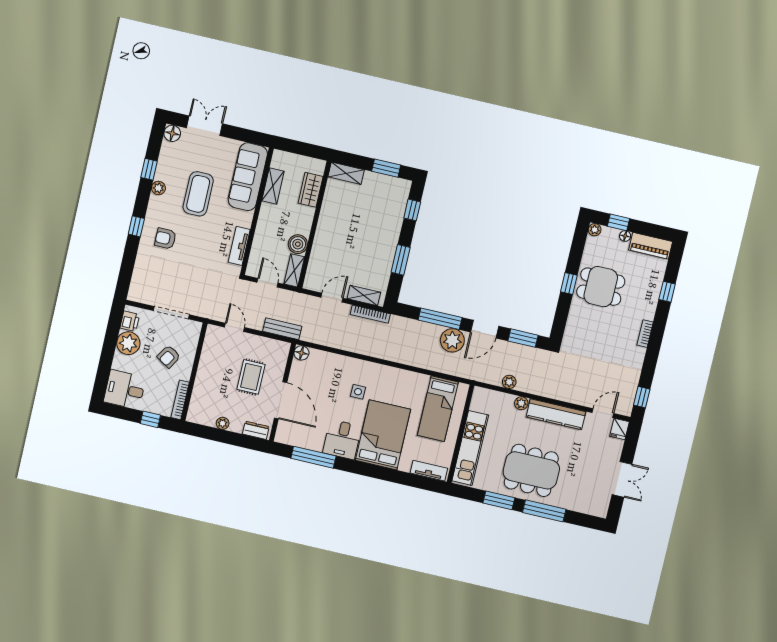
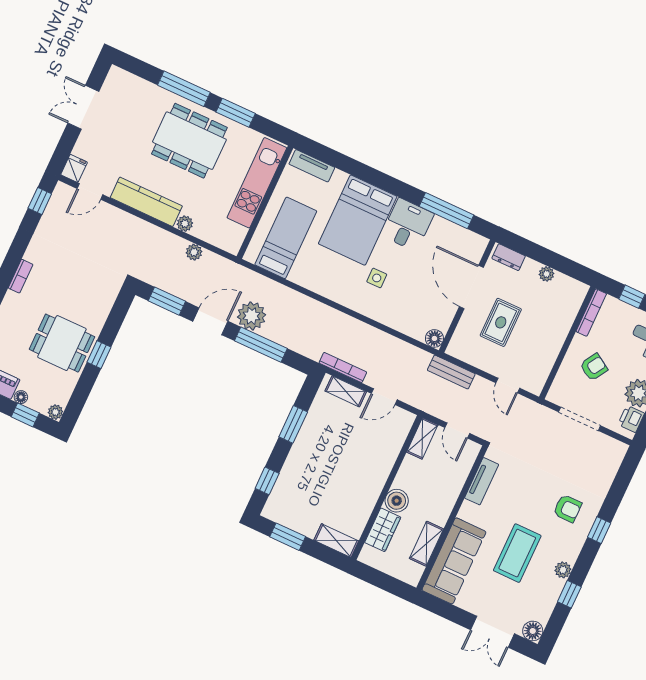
boiler: (298, 244) -> (397, 501), moved

